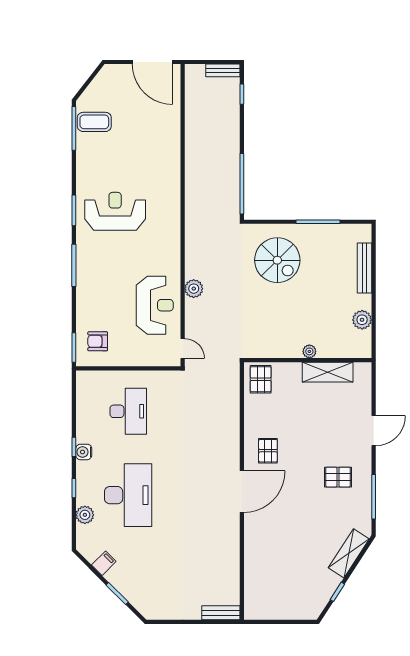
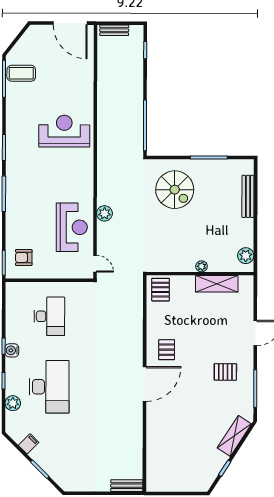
bench: (223, 70) -> (114, 30), moved
reception desk: (115, 211) -> (64, 131), moved
plant: (362, 320) -> (246, 256), moved

